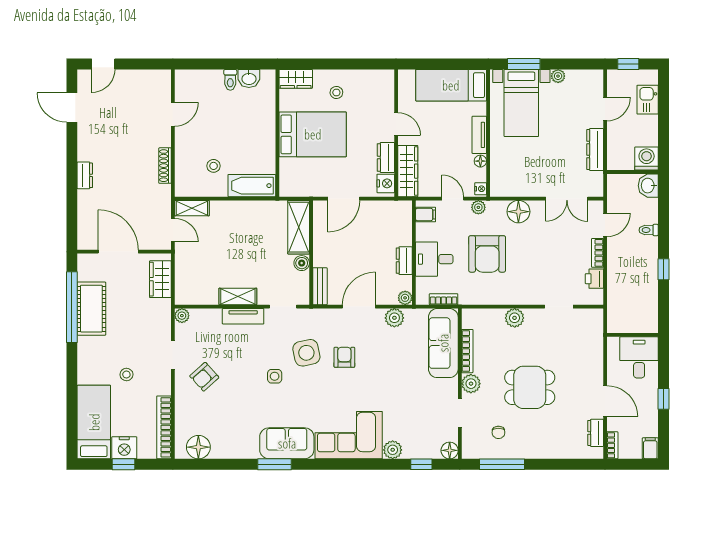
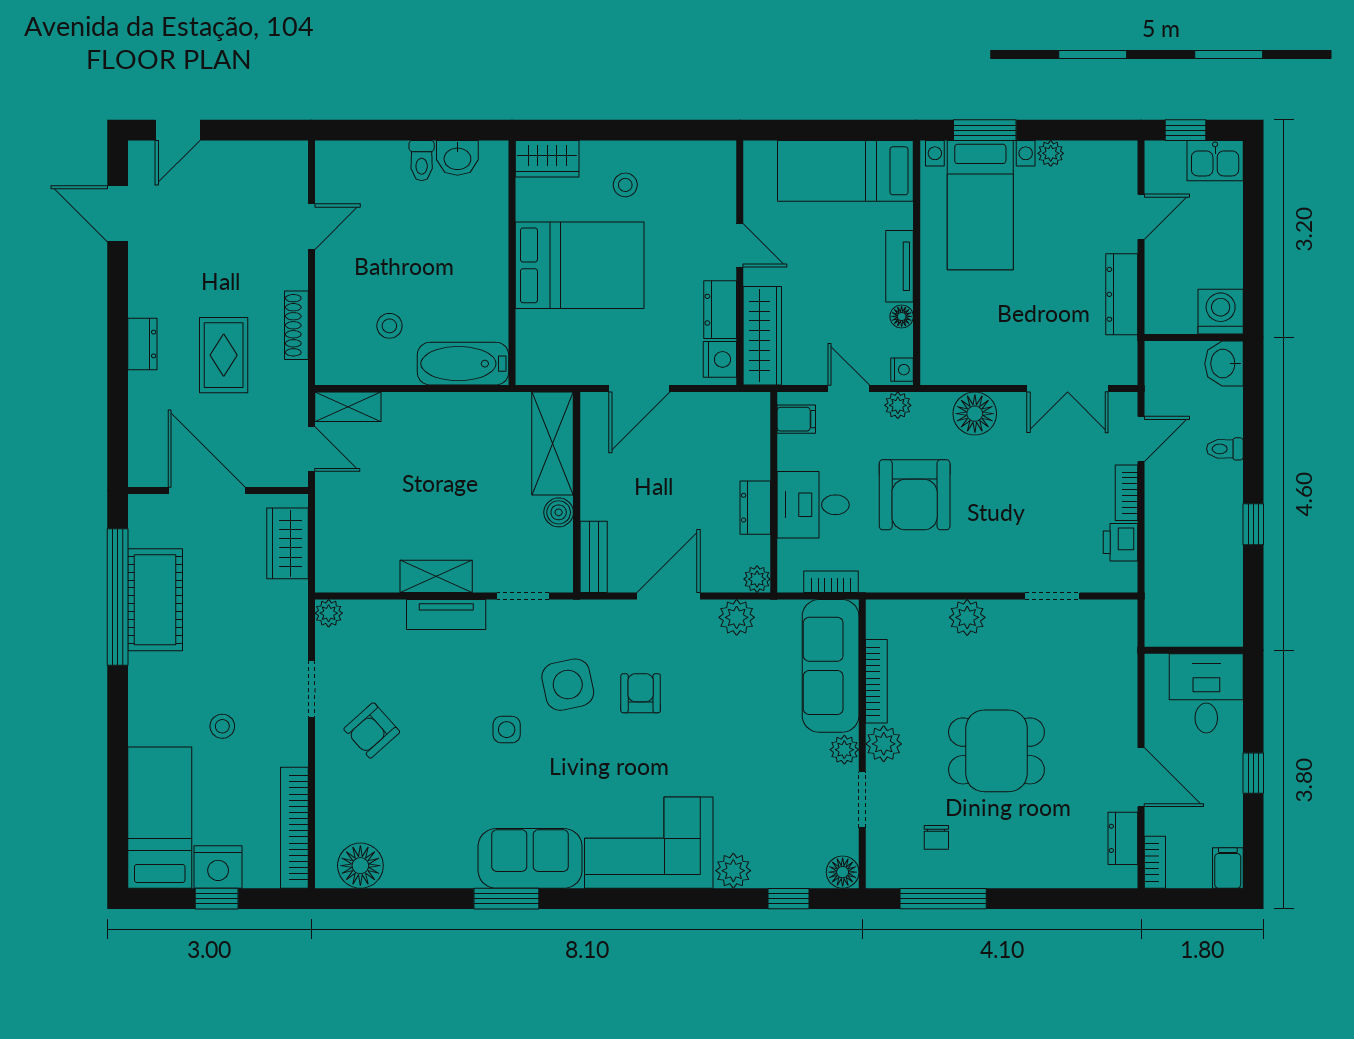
kitchen sink: (648, 100) -> (1215, 161), moved, turned -90
rug: (127, 181) -> (224, 355), added
plant: (451, 387) -> (844, 750), added

